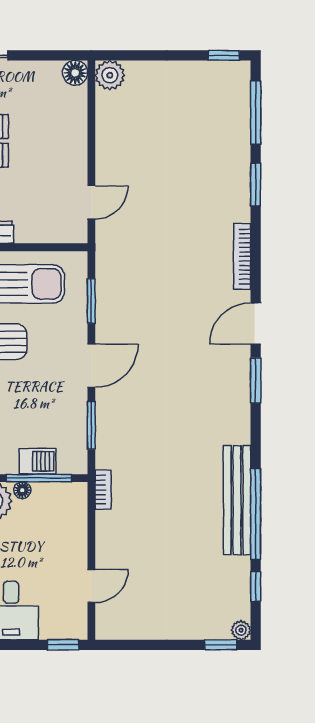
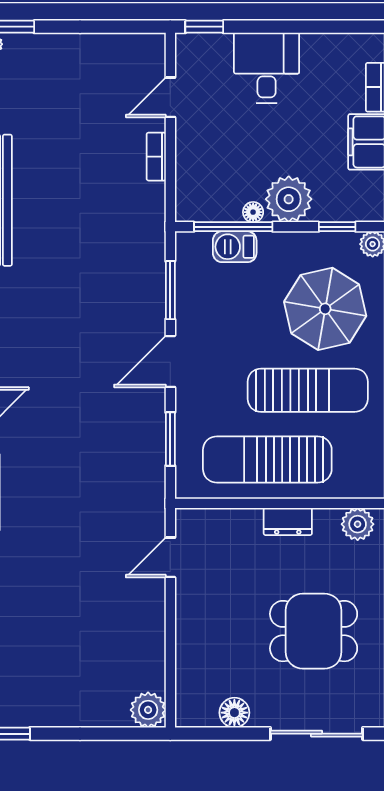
floor lamp: (75, 73) -> (234, 713), moved
bookcase: (103, 490) -> (156, 157), moved

